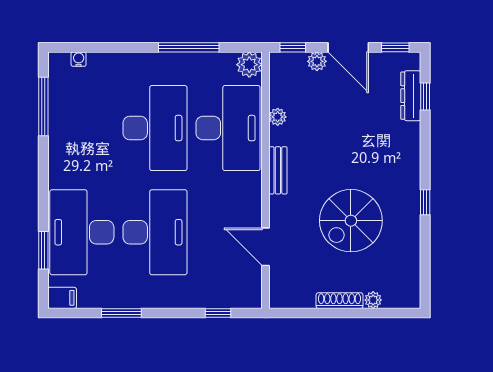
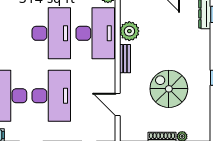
plant: (278, 117) -> (129, 31), width x1.88, depth x1.88
spiral stairs: (351, 221) -> (169, 89), turned 90

